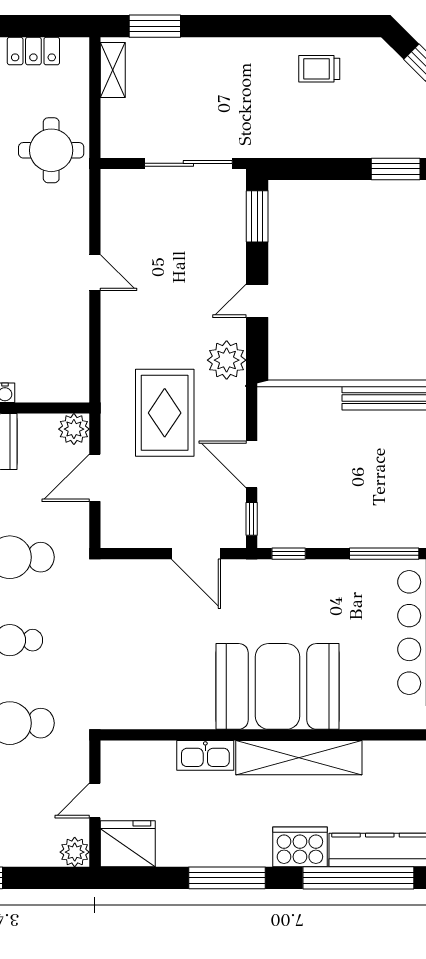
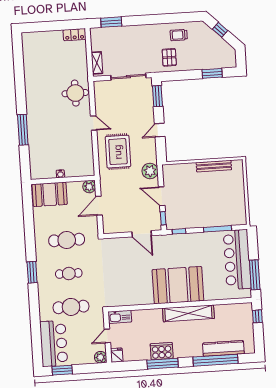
locker: (33, 51) -> (75, 35), moved
shelving: (113, 70) -> (97, 63), moved
pallet: (292, 122) -> (169, 57), added
round table: (51, 150) -> (75, 93), moved
plant: (227, 360) -> (150, 171), moved
rug: (165, 413) -> (118, 152), moved
kitchen sink: (205, 755) -> (120, 317), moved
fridge: (128, 844) -> (117, 355), width x0.53, depth x0.75
cooker: (300, 847) -> (162, 351), moved

